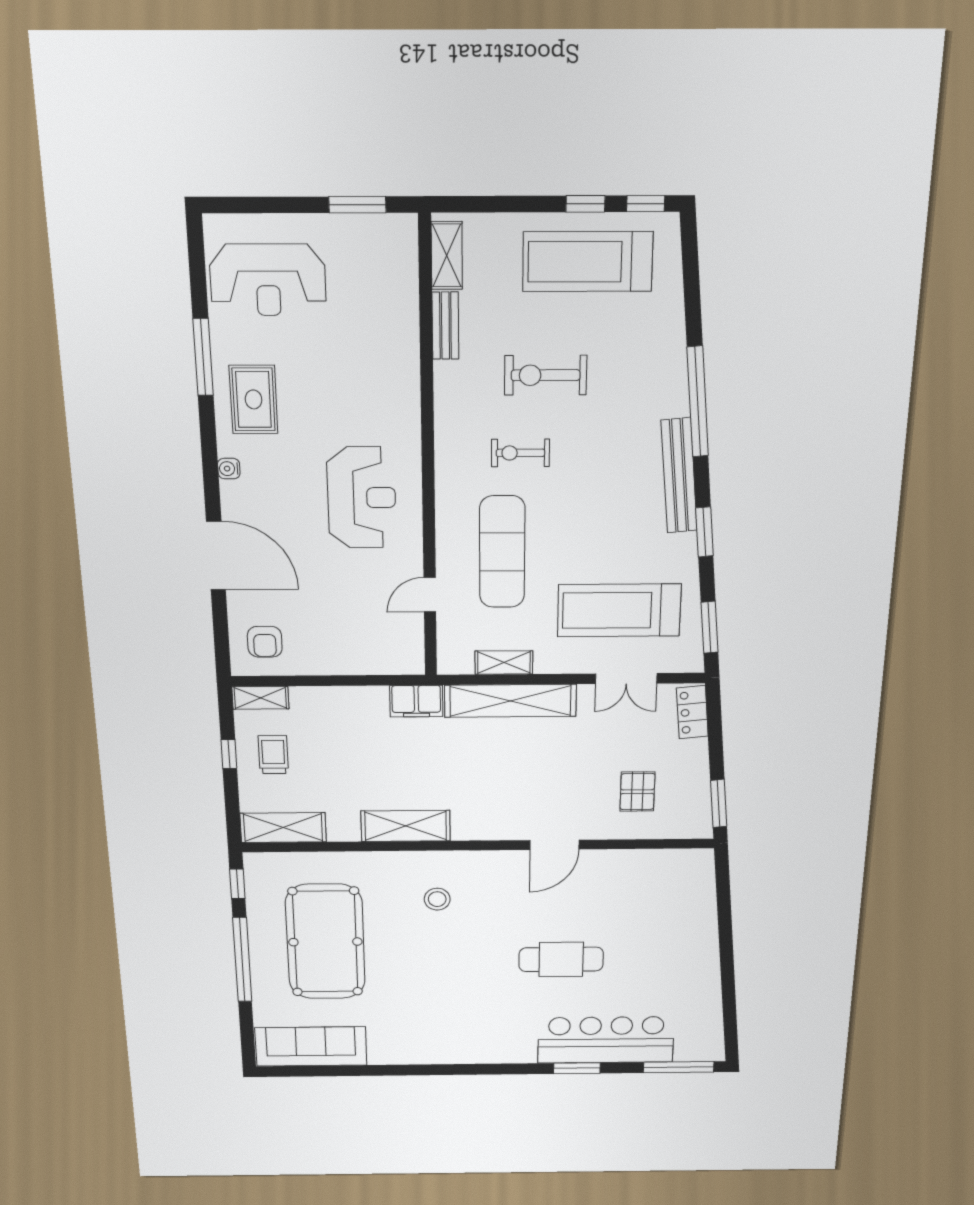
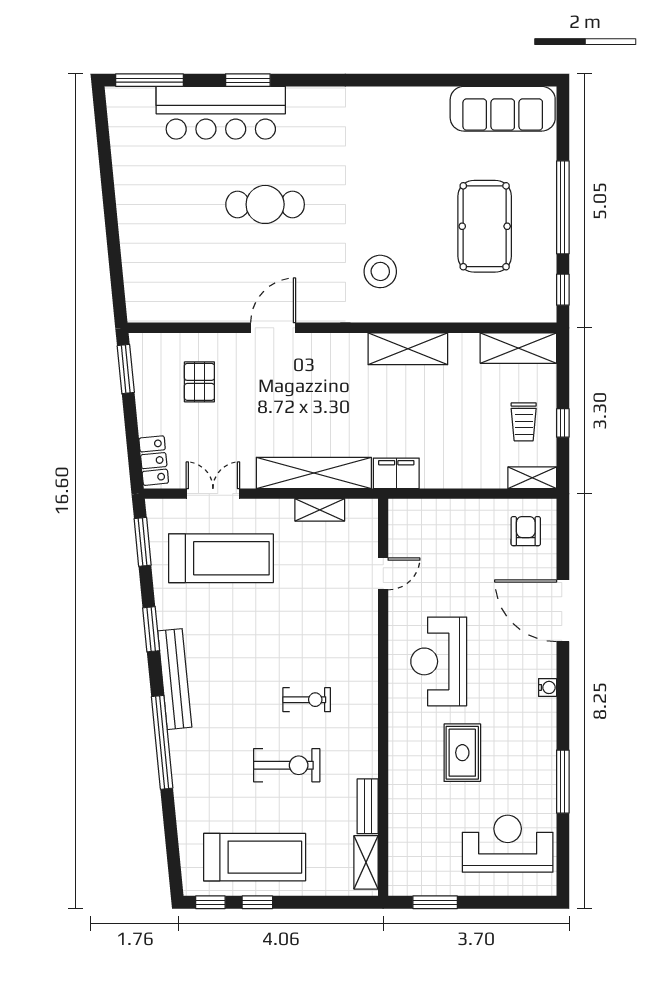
rug: (254, 399) -> (462, 753), moved
exercise mat: (502, 552) -> (322, 612), removed
stool: (437, 899) -> (380, 271), width x1.38, depth x1.38
pool table: (325, 942) -> (485, 226), width x0.73, depth x0.76

